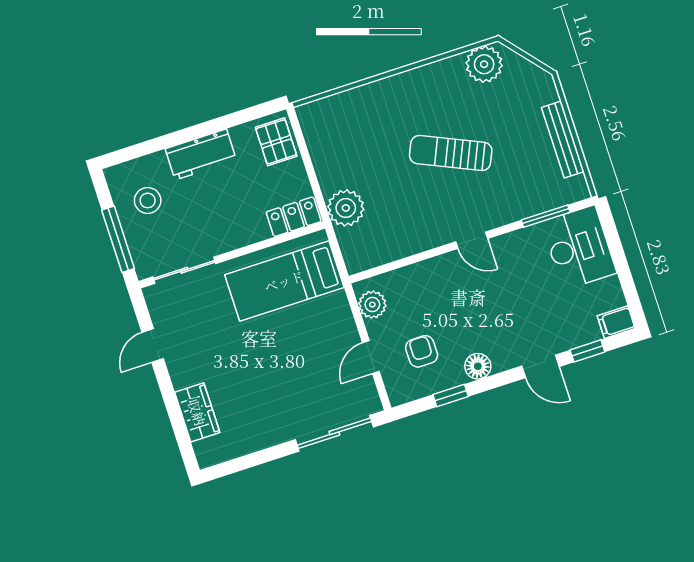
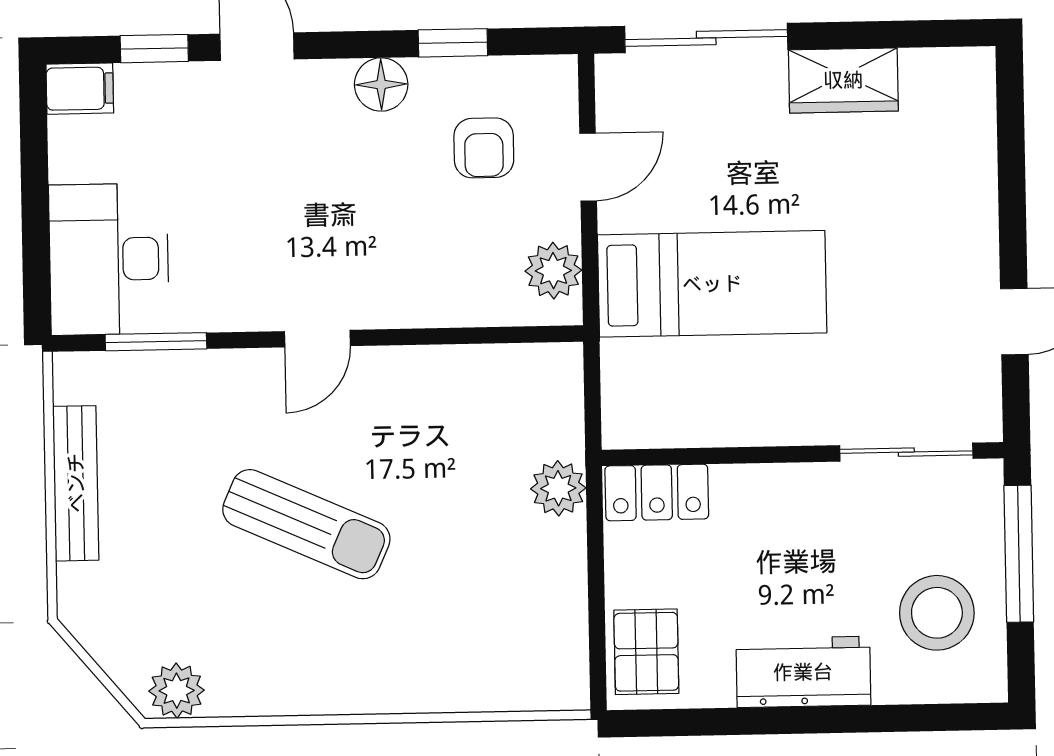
plant: (484, 64) -> (177, 691), width x0.73, depth x0.73
stool: (148, 200) -> (937, 613), width x1.38, depth x1.38
plant: (346, 208) -> (558, 488), width x0.73, depth x0.73
door: (472, 240) -> (317, 339), swing flipped
bed: (284, 281) -> (712, 284), moved
wardrobe: (197, 412) -> (843, 80), moved, turned -90

